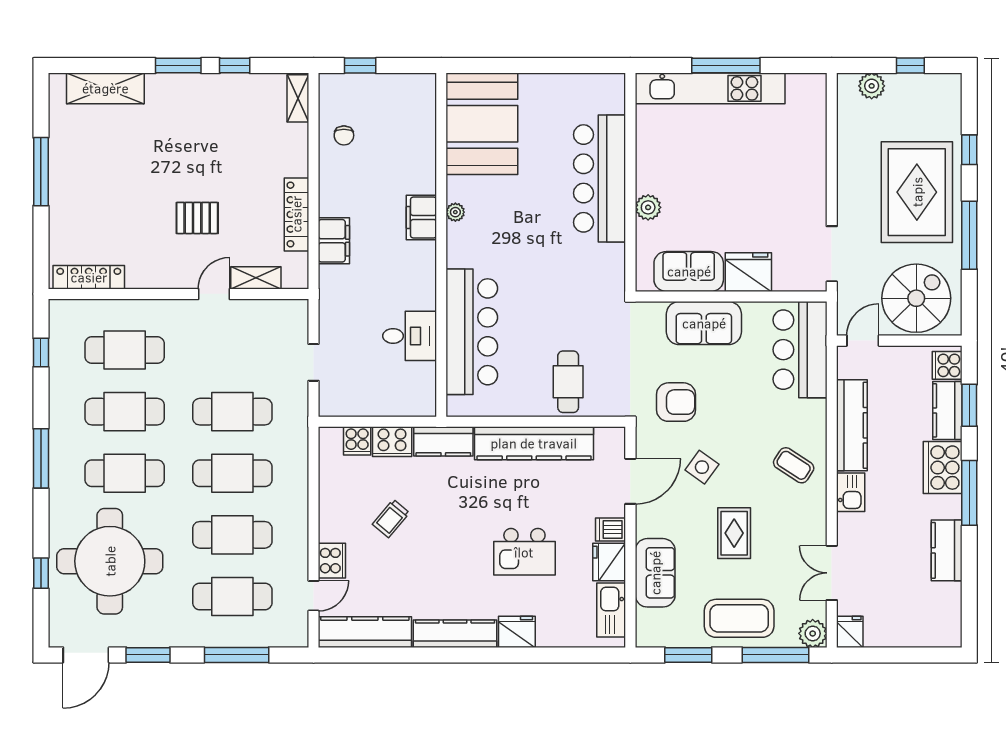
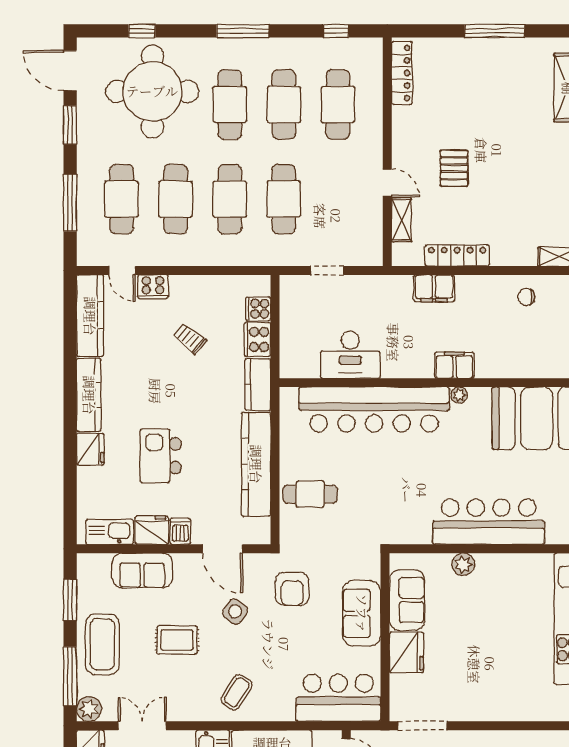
bar counter: (472, 332) -> (374, 409), width x1.36
desk: (410, 336) -> (350, 355), width x1.37

